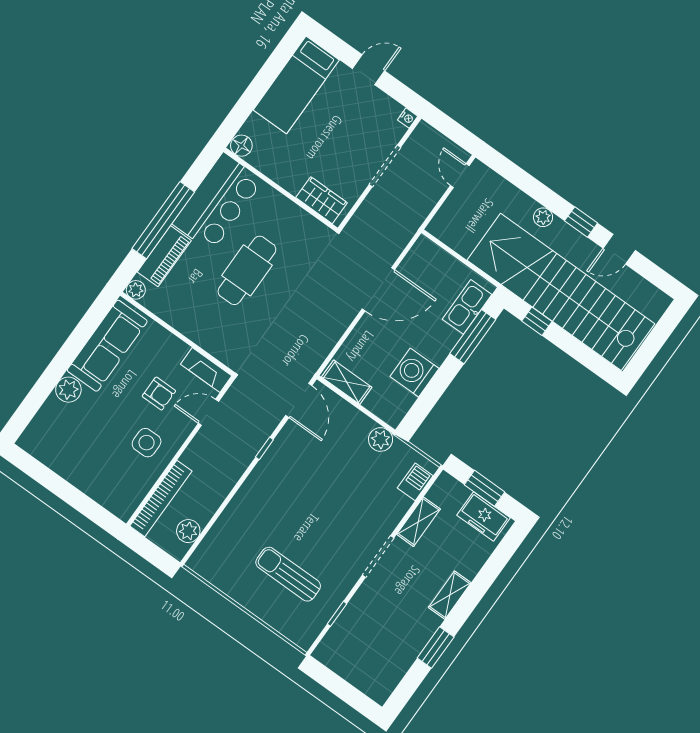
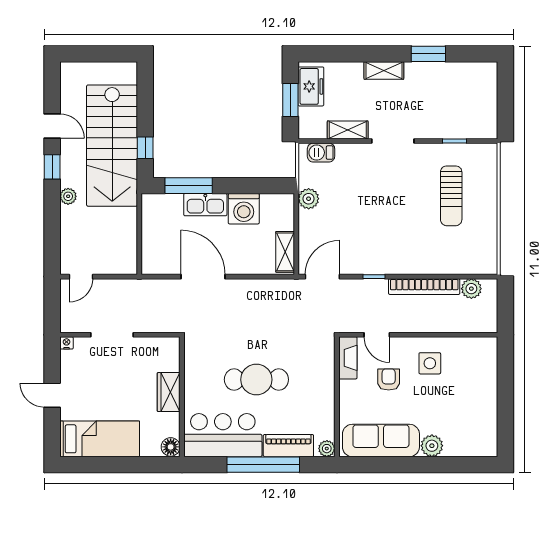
wardrobe: (322, 200) -> (169, 392), moved
stairs: (561, 292) -> (112, 146), width x0.73
kitchen sink: (467, 307) -> (205, 205), moved
bookcase: (161, 498) -> (424, 287), moved, turned 180

